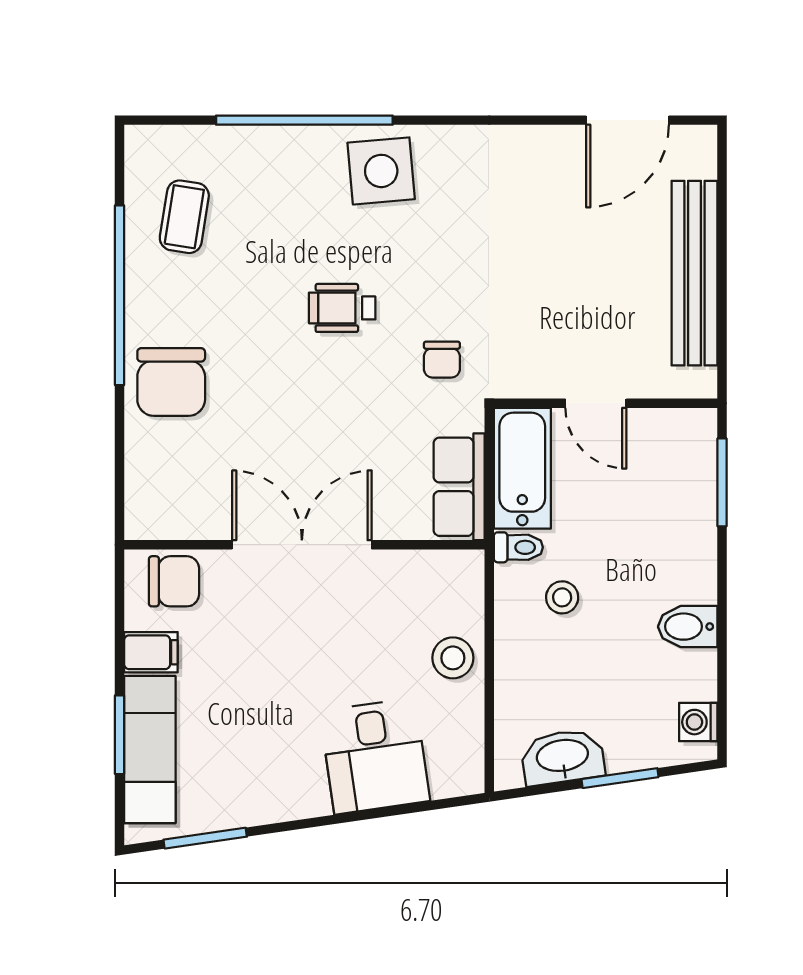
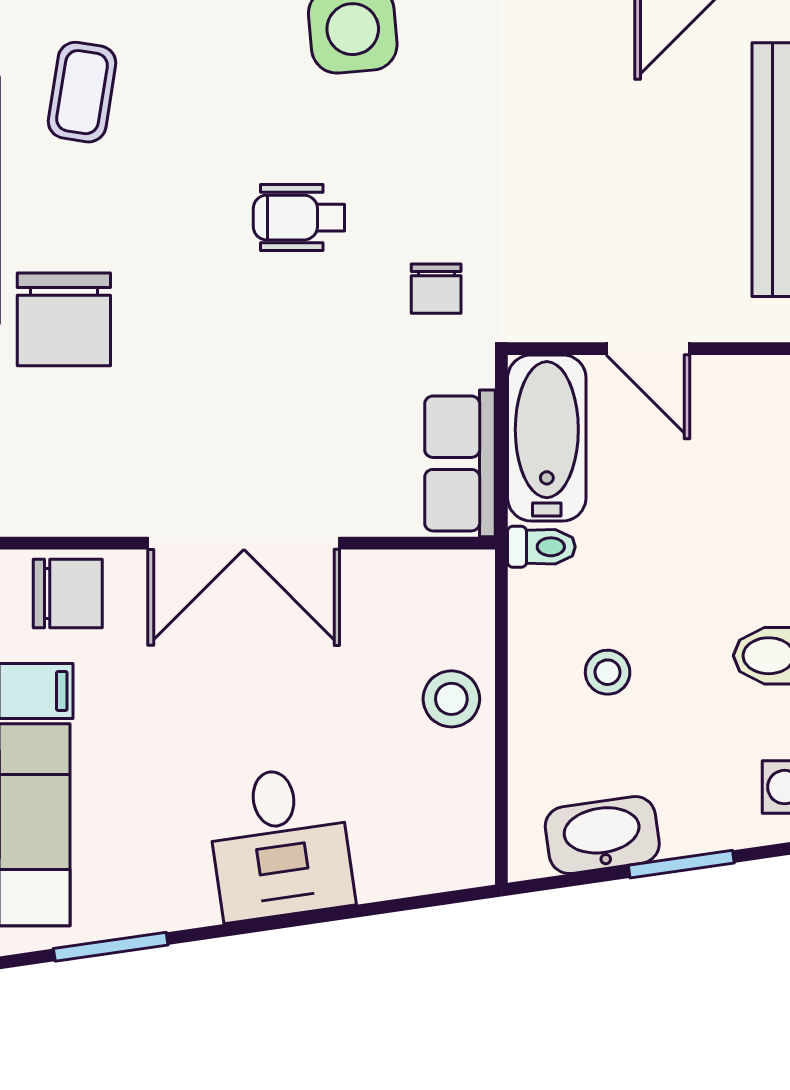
double door: (302, 545) -> (244, 543), swing flipped
stool: (562, 597) -> (608, 672), moved
desk: (375, 756) -> (280, 843), moved

